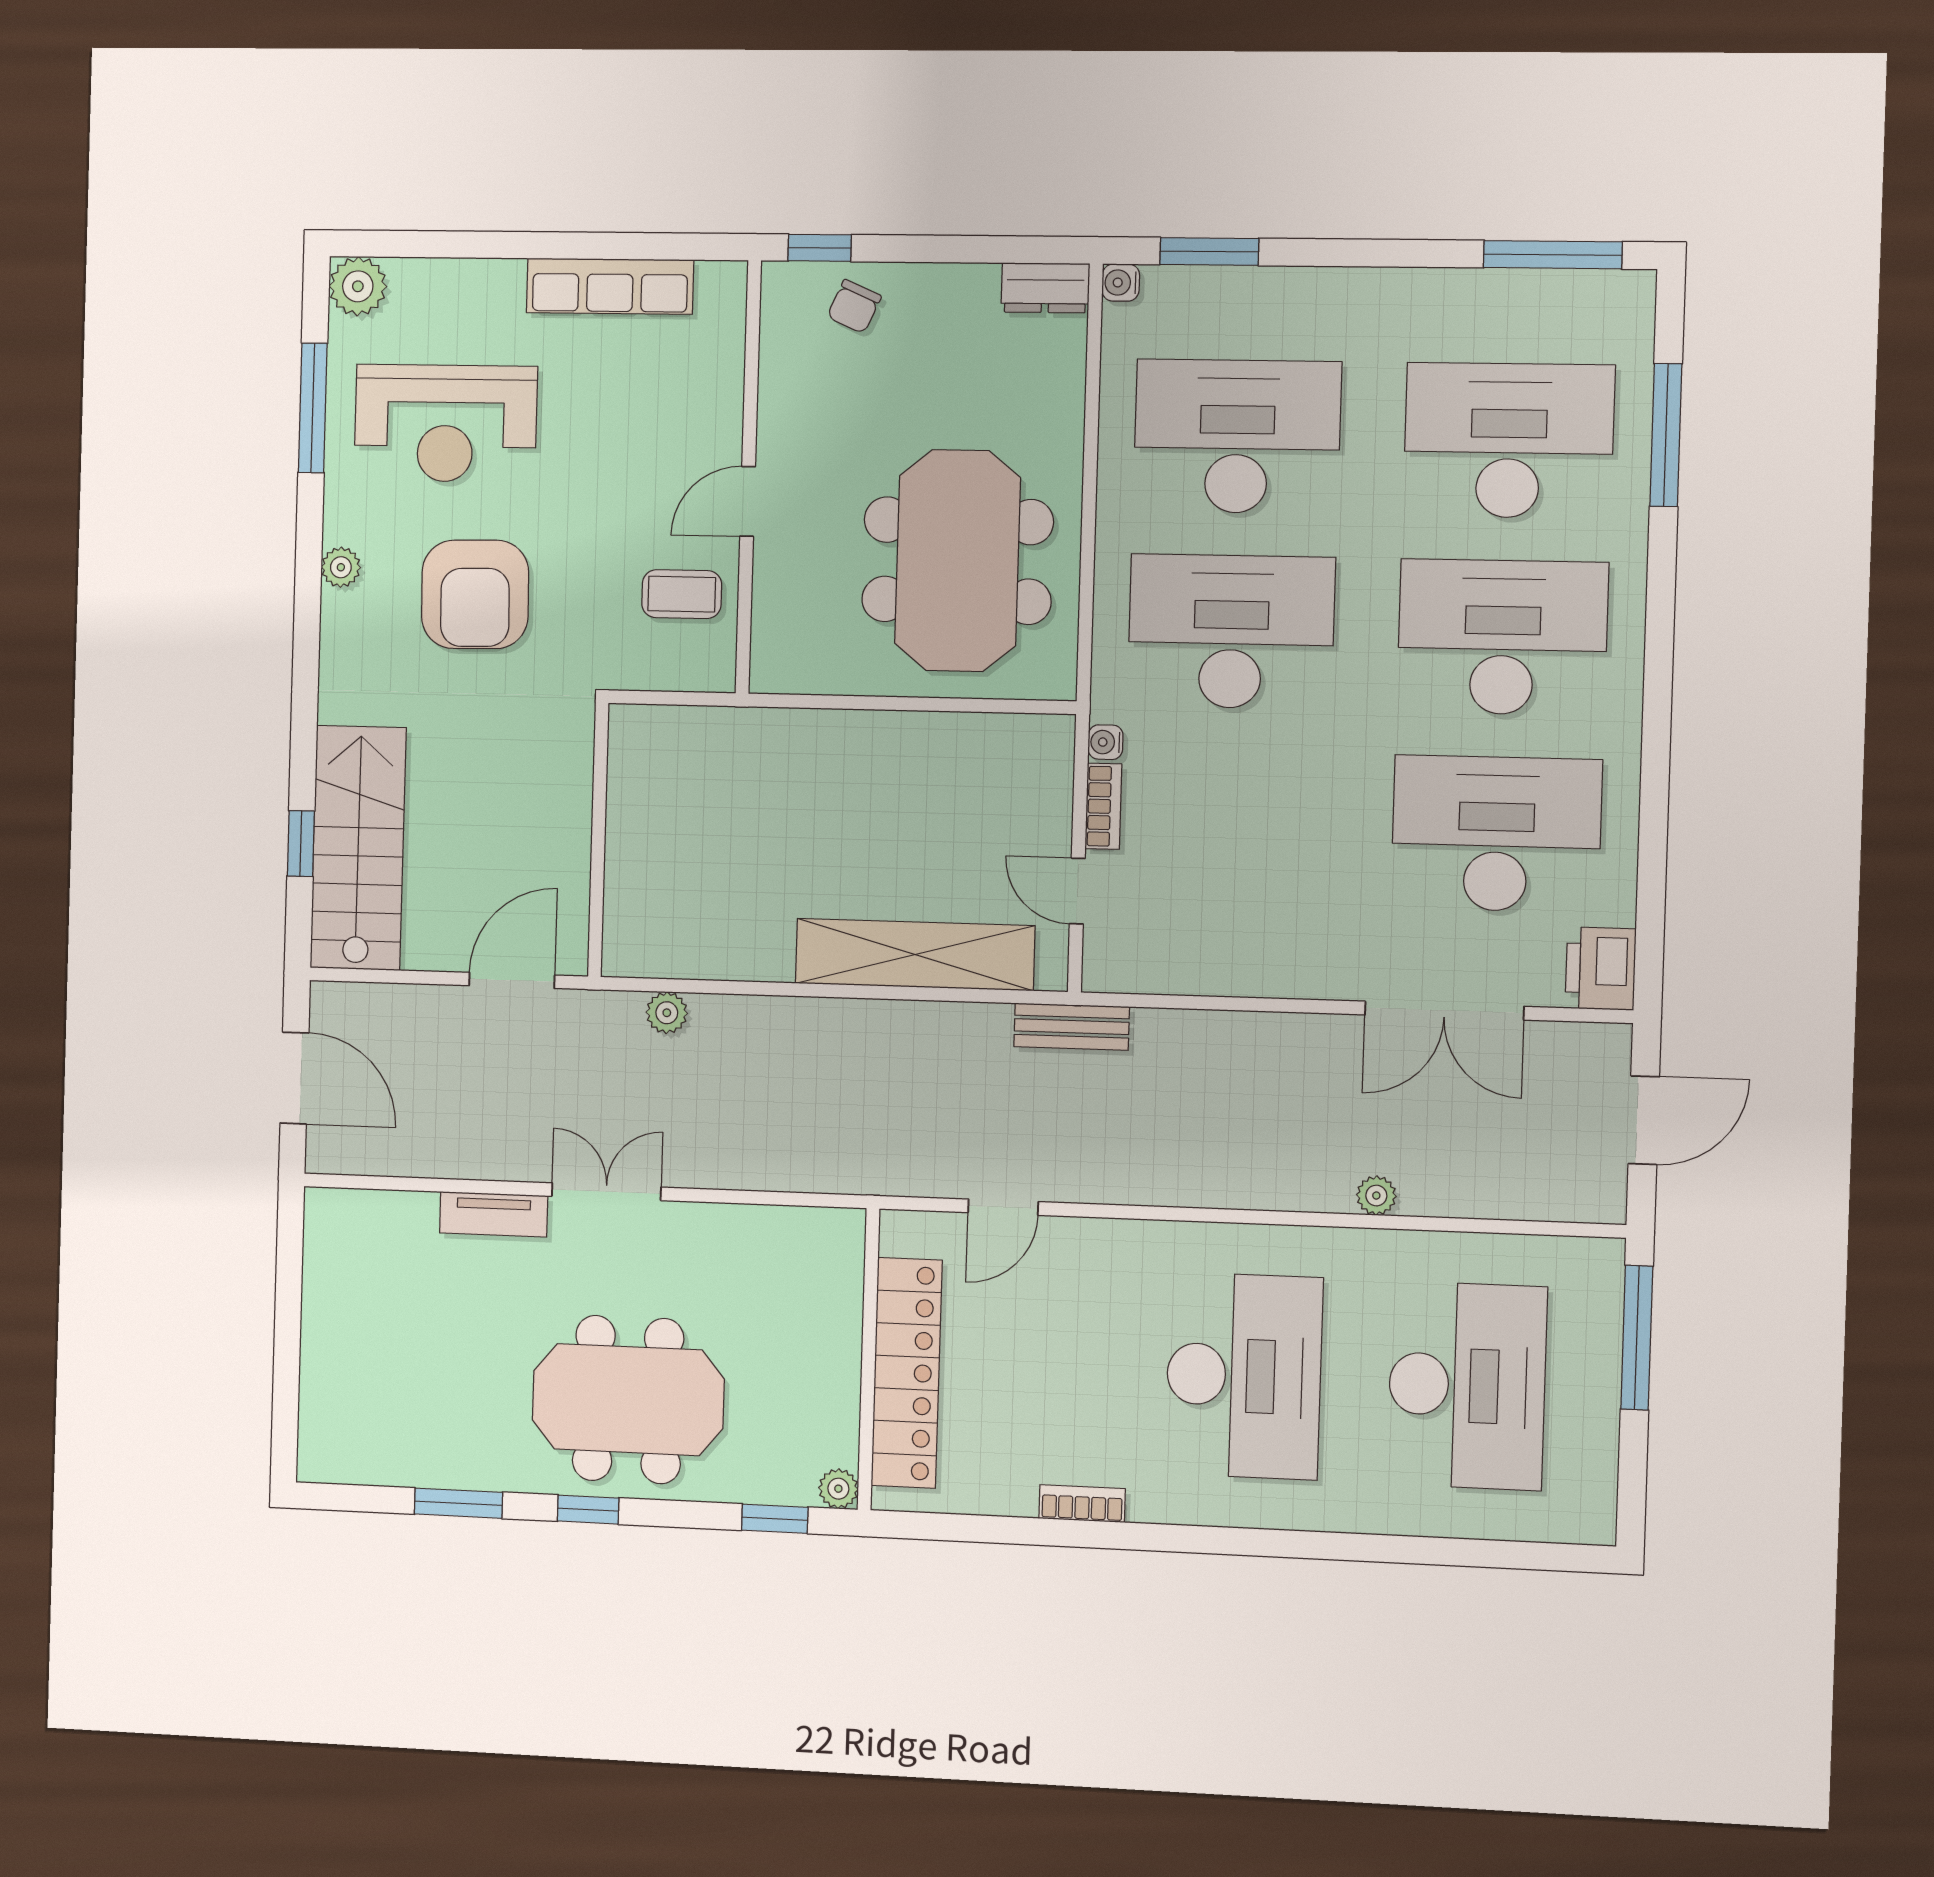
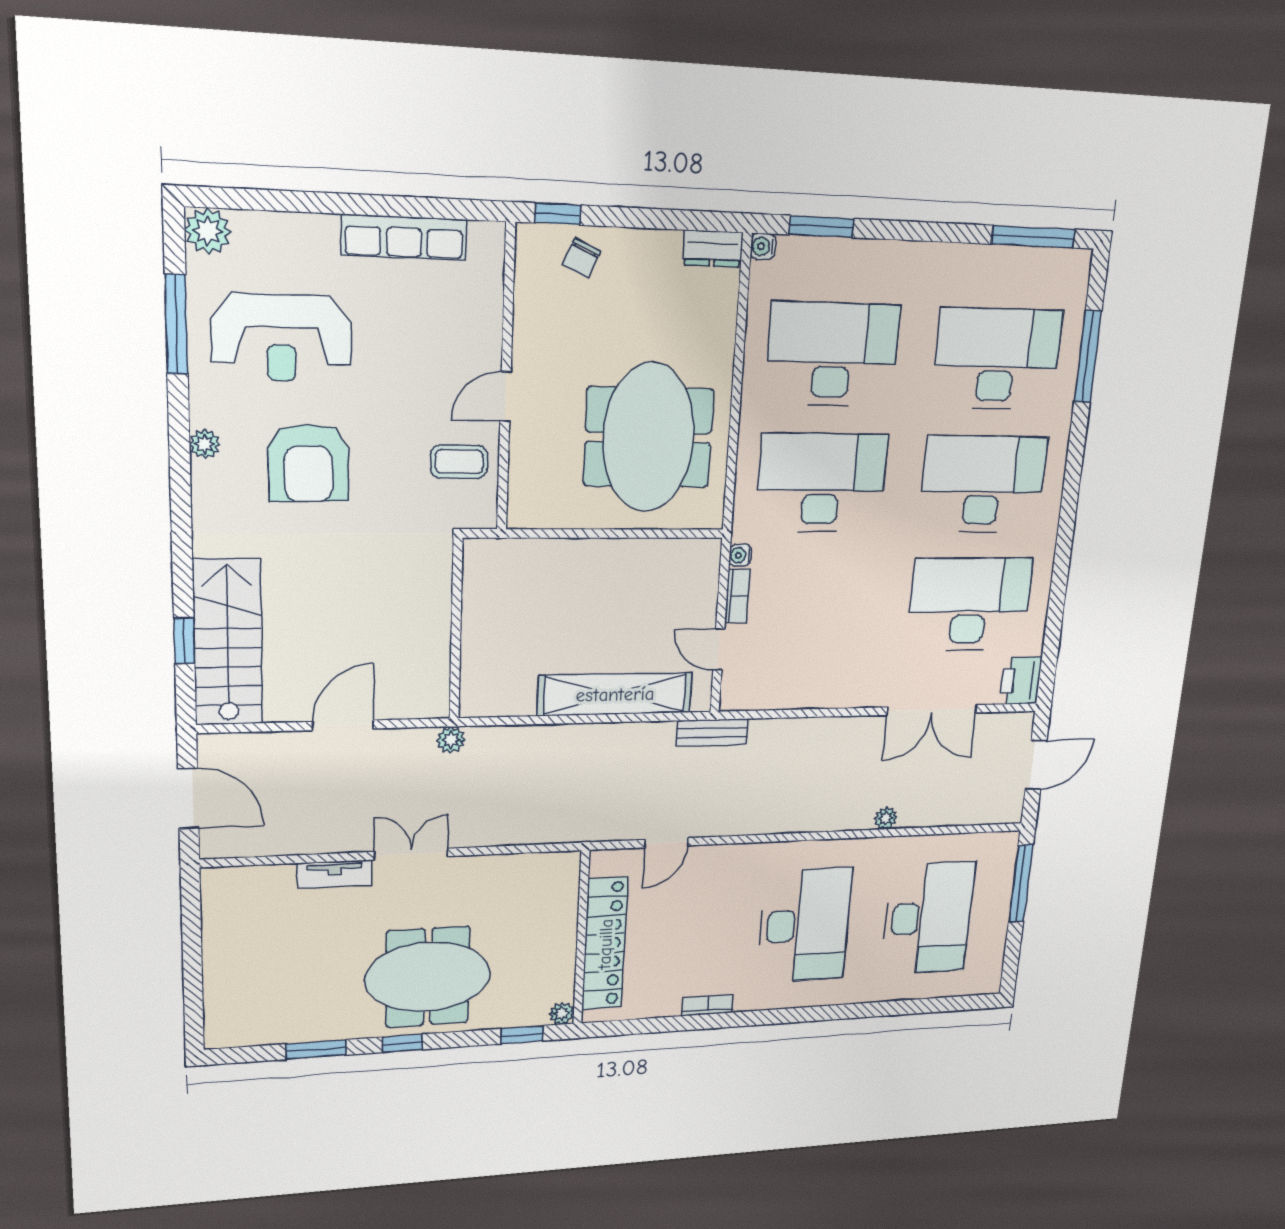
wall: (598, 840) -> (456, 629), moved

